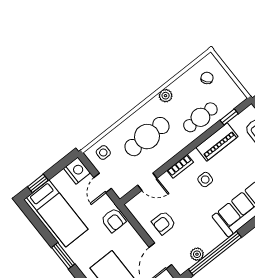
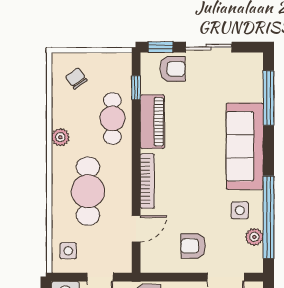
bookcase: (180, 166) -> (147, 181), width x1.56
side table: (205, 180) -> (240, 210), moved
armchair: (164, 223) -> (193, 246), turned 90

